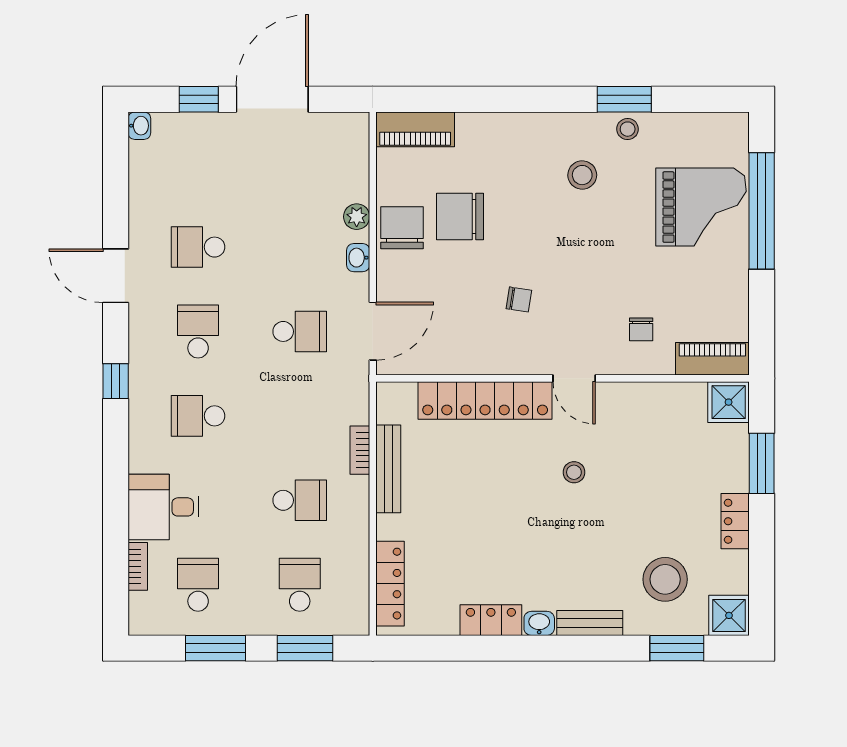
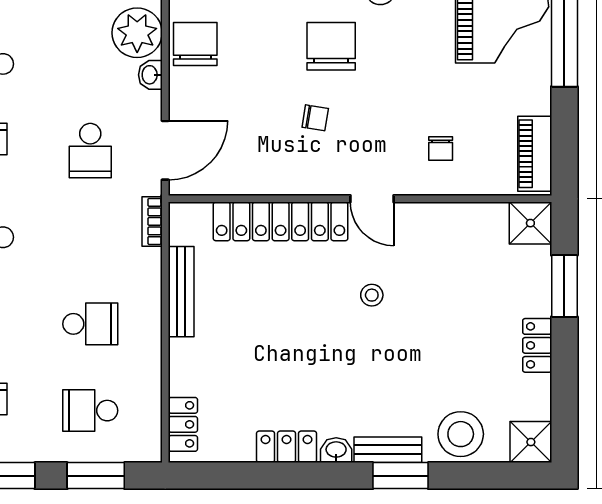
chair: (460, 216) -> (331, 46), moved, turned 90
plant: (357, 217) -> (137, 33), width x1.88, depth x1.88
school desk: (300, 331) -> (90, 151), turned 90
piano: (712, 359) -> (535, 154), moved, turned -90
bookcase: (360, 450) -> (152, 221), moved
stool: (665, 579) -> (461, 434), moved
locker: (390, 584) -> (183, 424), width x0.66
school desk: (300, 585) -> (90, 411), turned -90
window: (677, 648) -> (401, 476), moved

